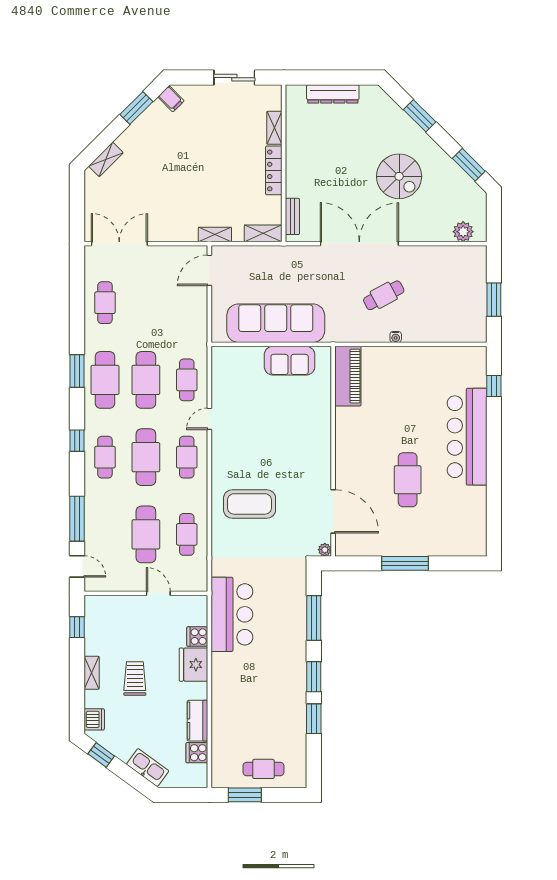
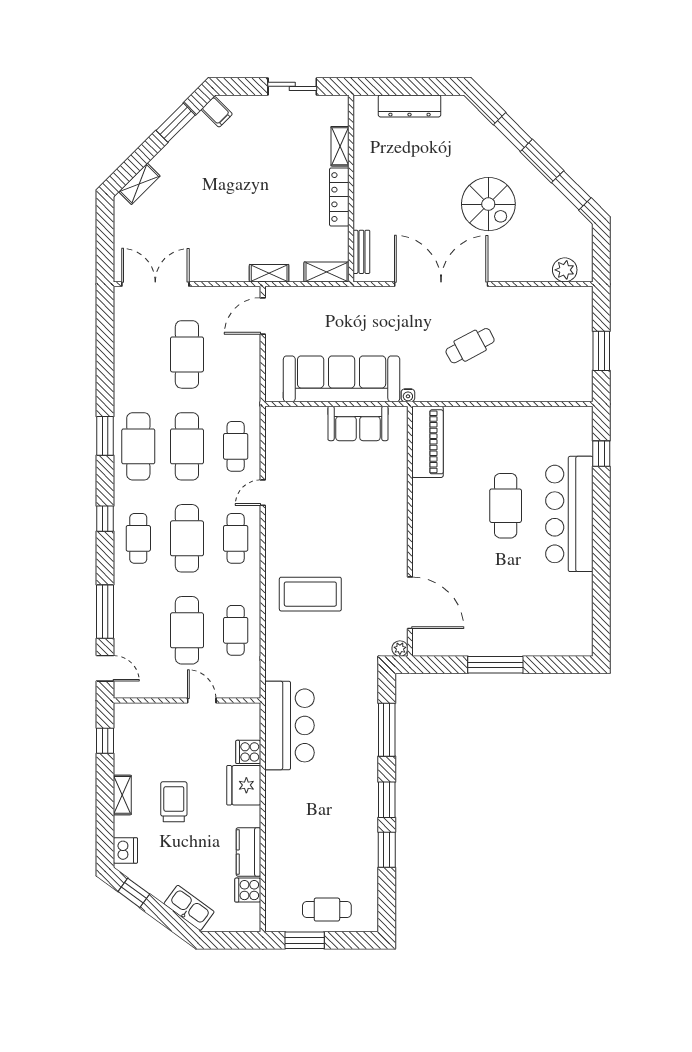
cafe table: (105, 303) -> (187, 354), moved, width x1.37, depth x1.35
water cooler: (396, 337) -> (408, 395), moved
cafe table: (408, 480) -> (506, 506), moved

